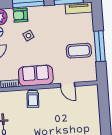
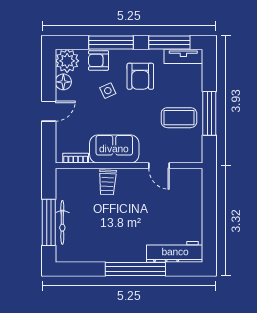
armchair: (50, 24) -> (140, 76), added

